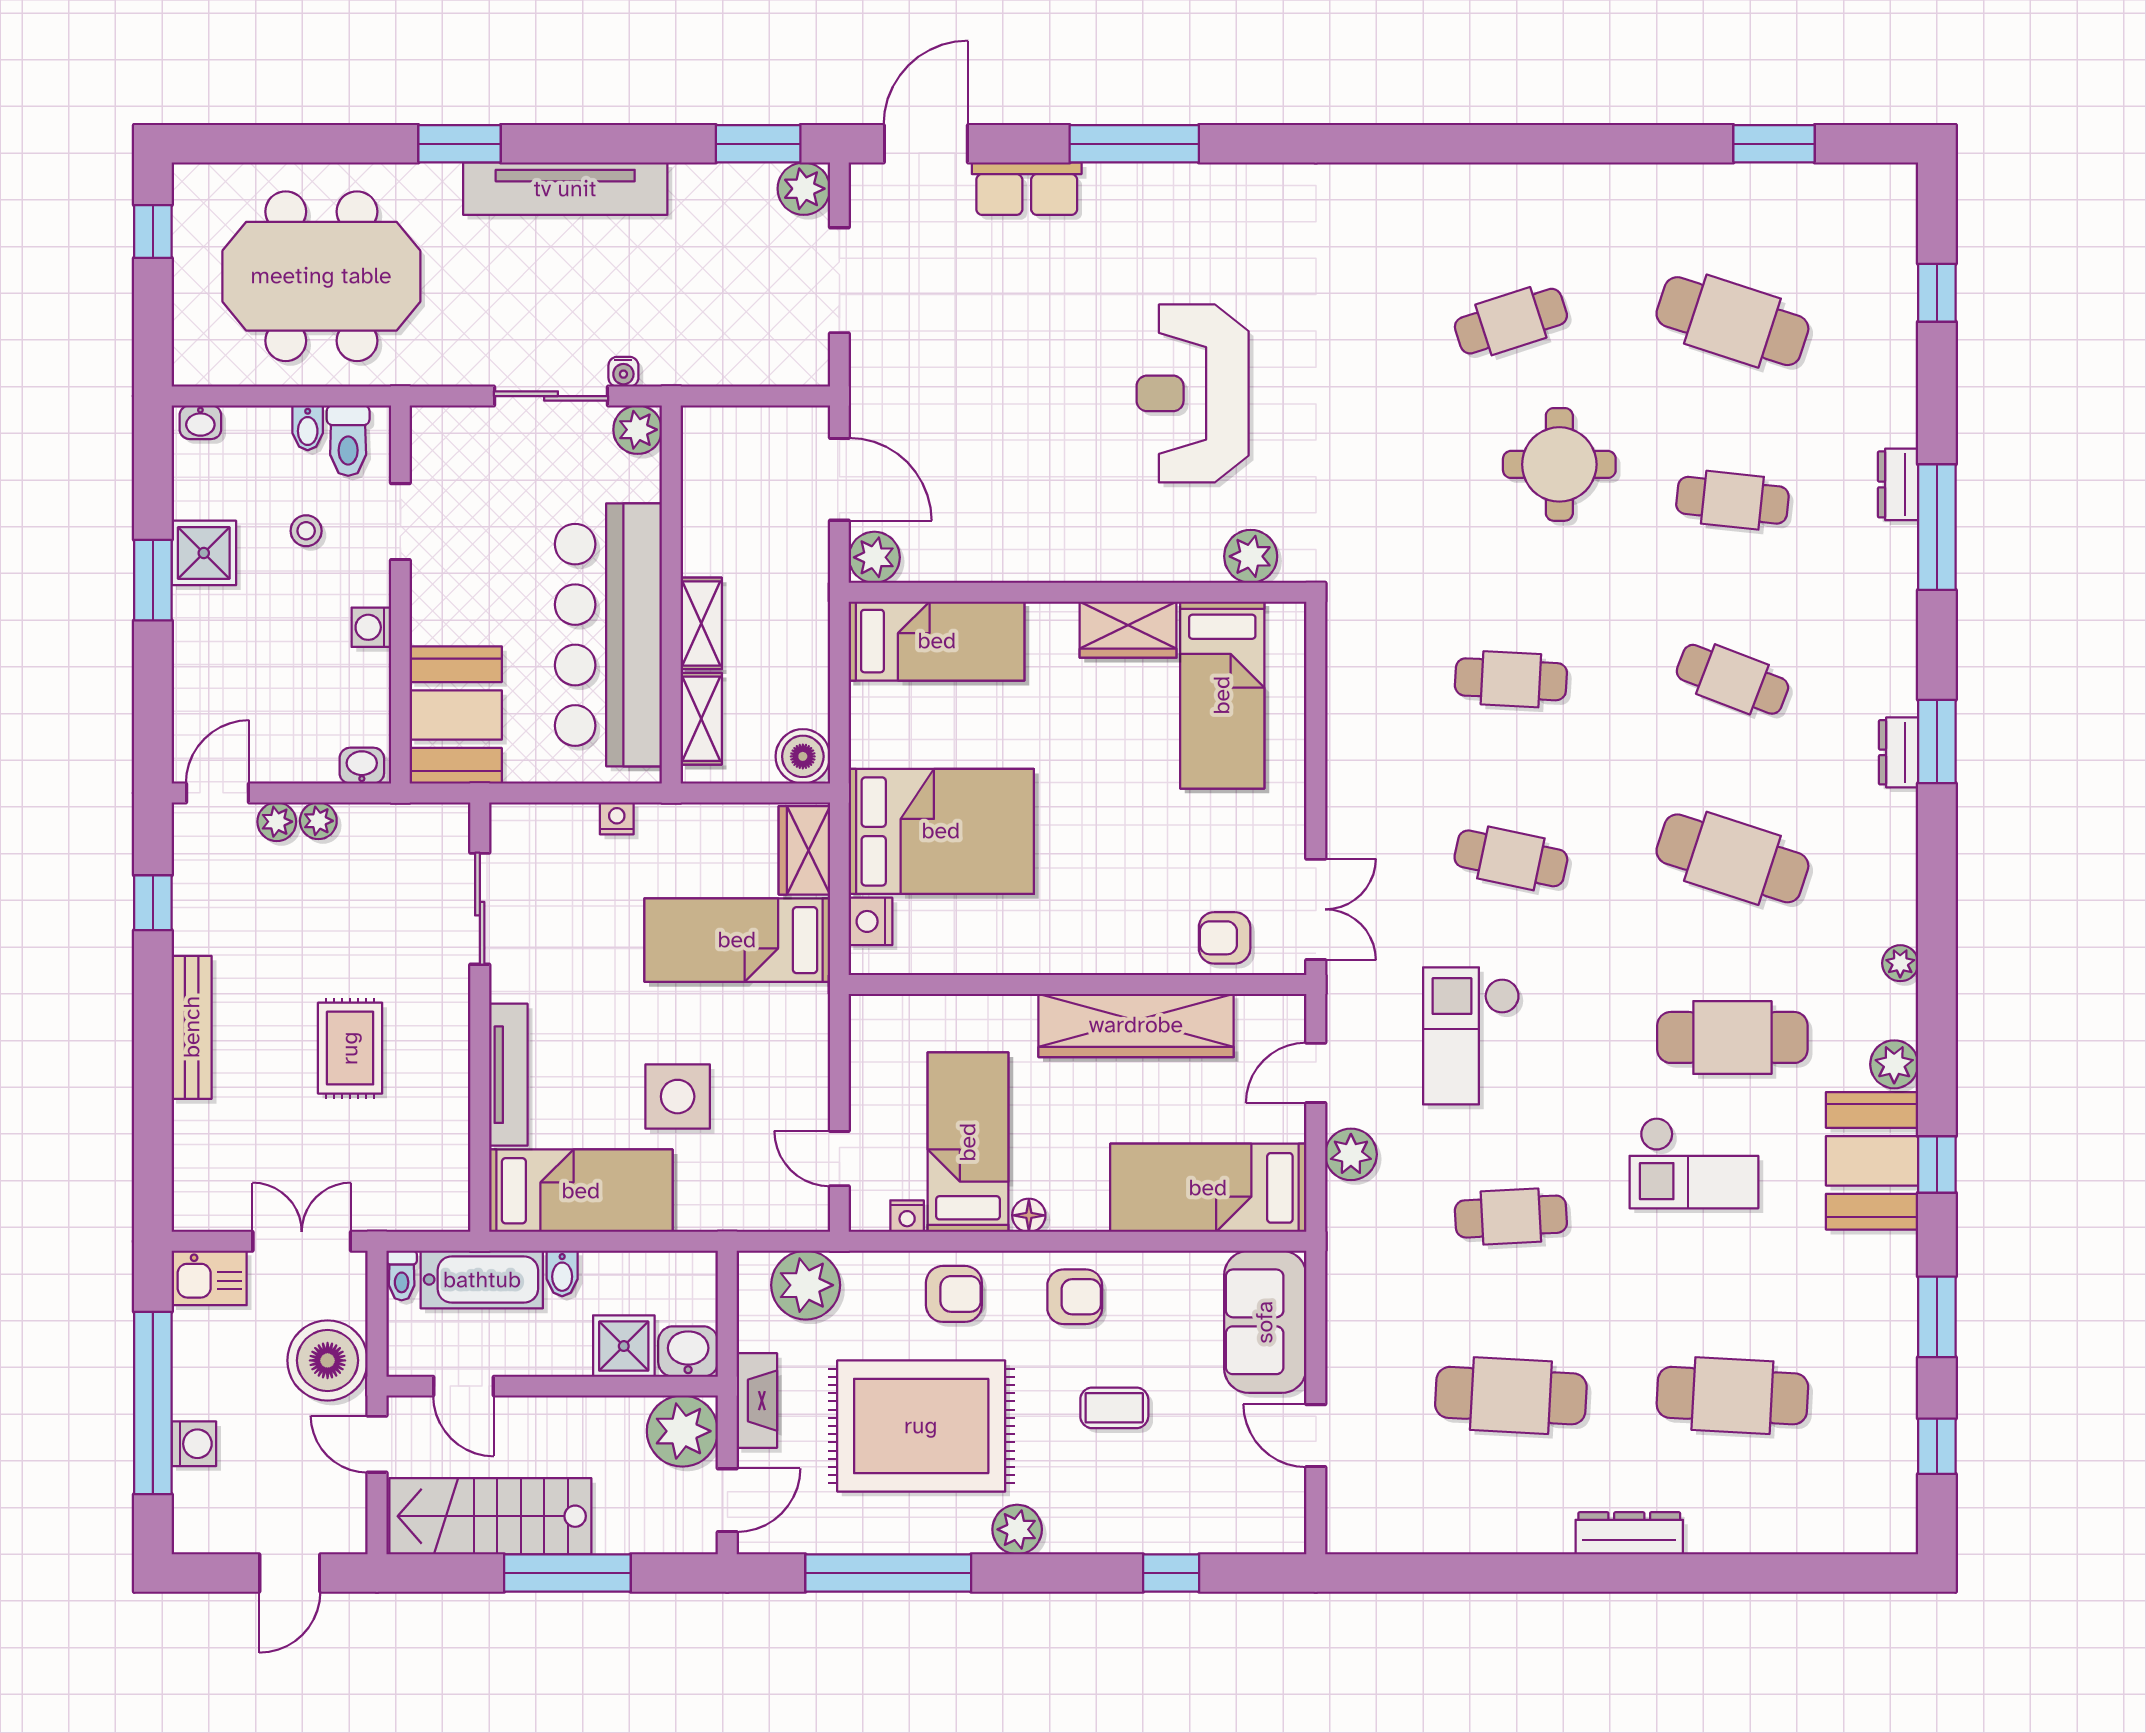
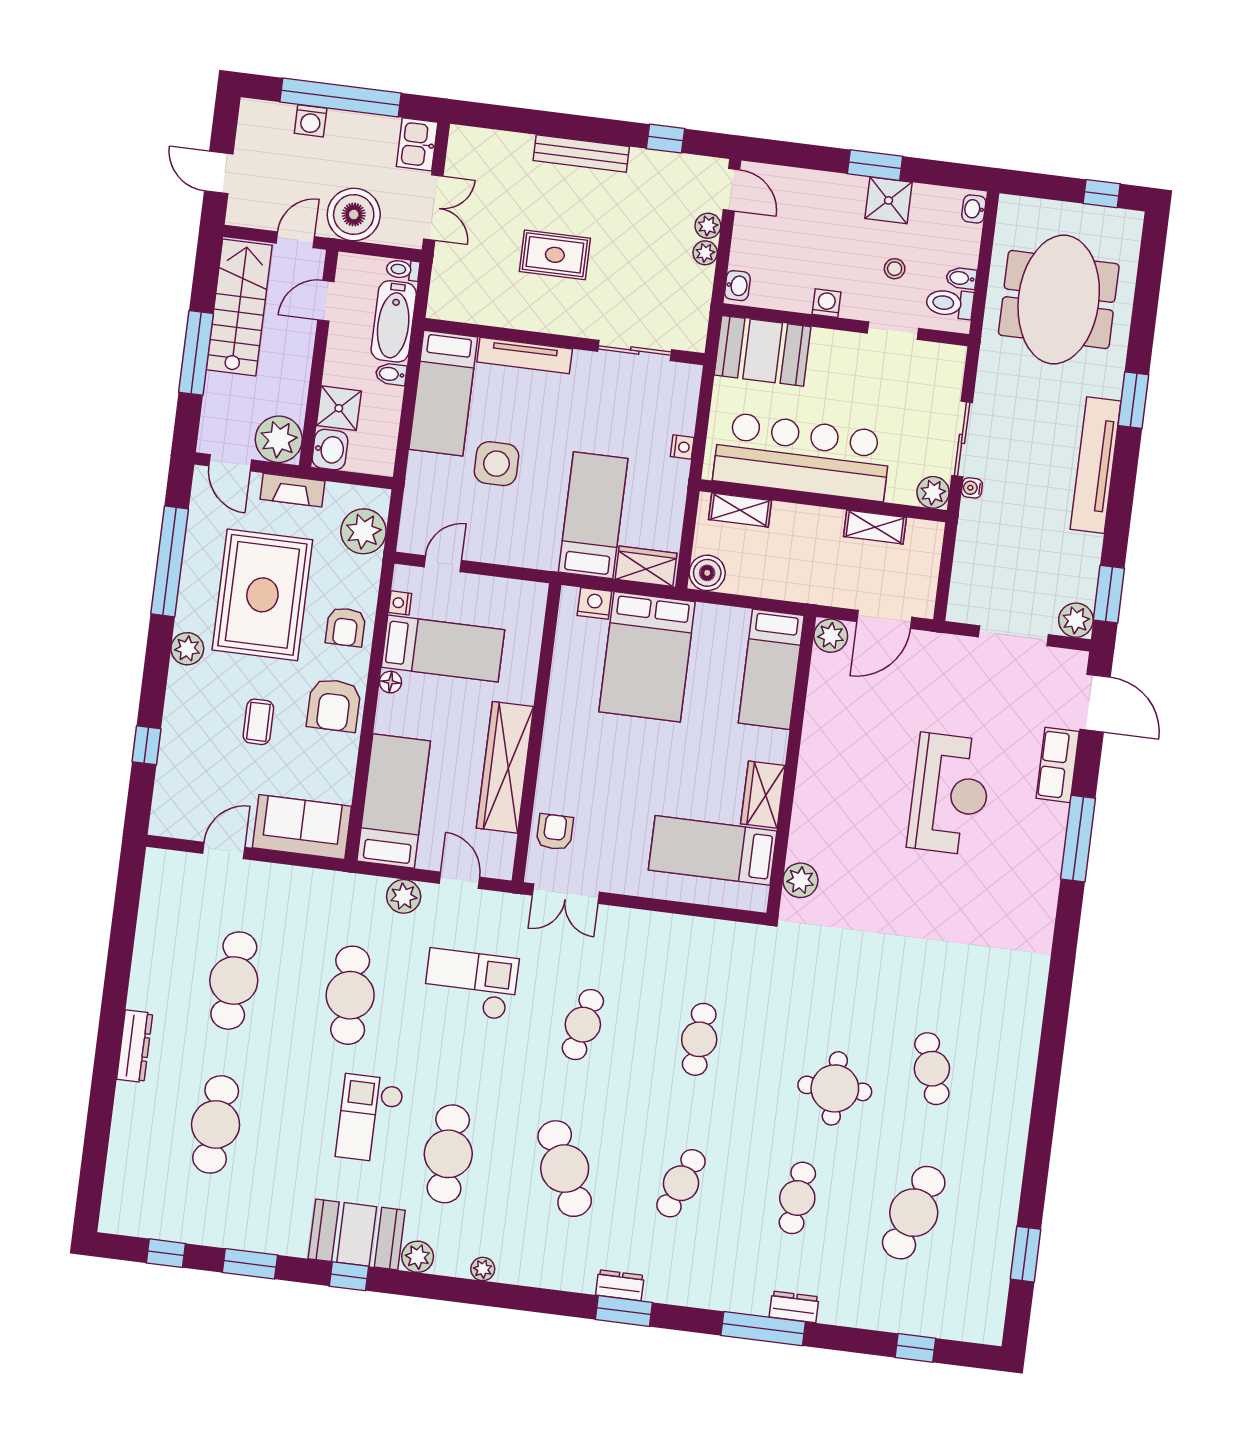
reception desk: (1193, 393) -> (950, 794), moved, turned 90
shelving: (701, 623) -> (875, 527), moved
cafe table: (1732, 858) -> (565, 1169), turned -42
cafe table: (1511, 1217) -> (350, 995), width x1.37, depth x1.35
armchair: (1075, 1297) -> (334, 705), width x1.38, depth x1.38

